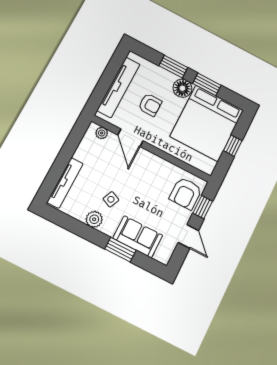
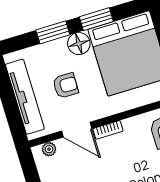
bookcase: (150, 157) -> (108, 130), added

